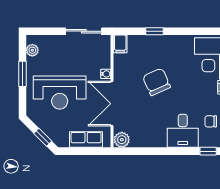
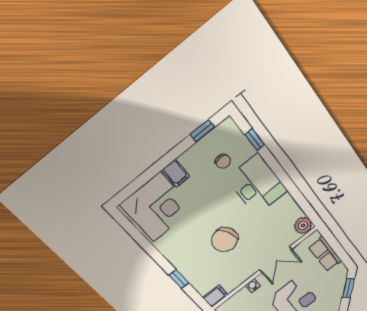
double door: (112, 104) -> (276, 260), width x0.73
desk: (183, 131) -> (257, 185), width x1.37

